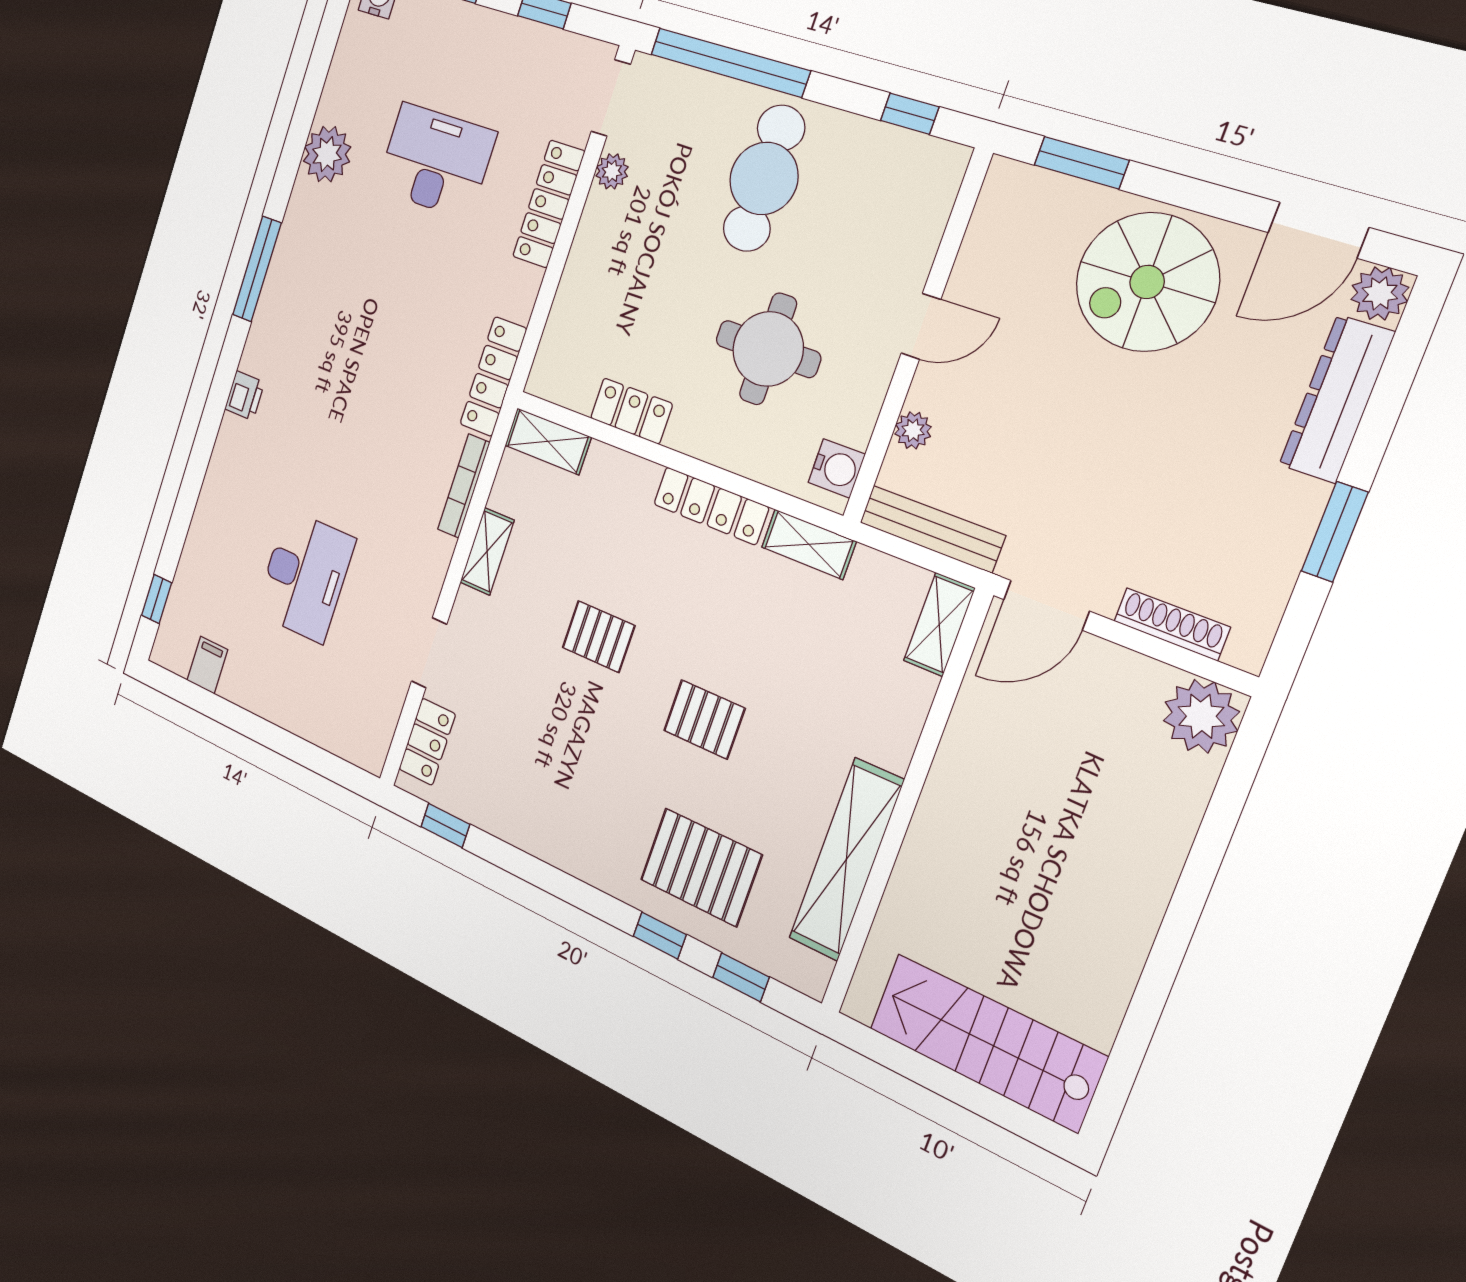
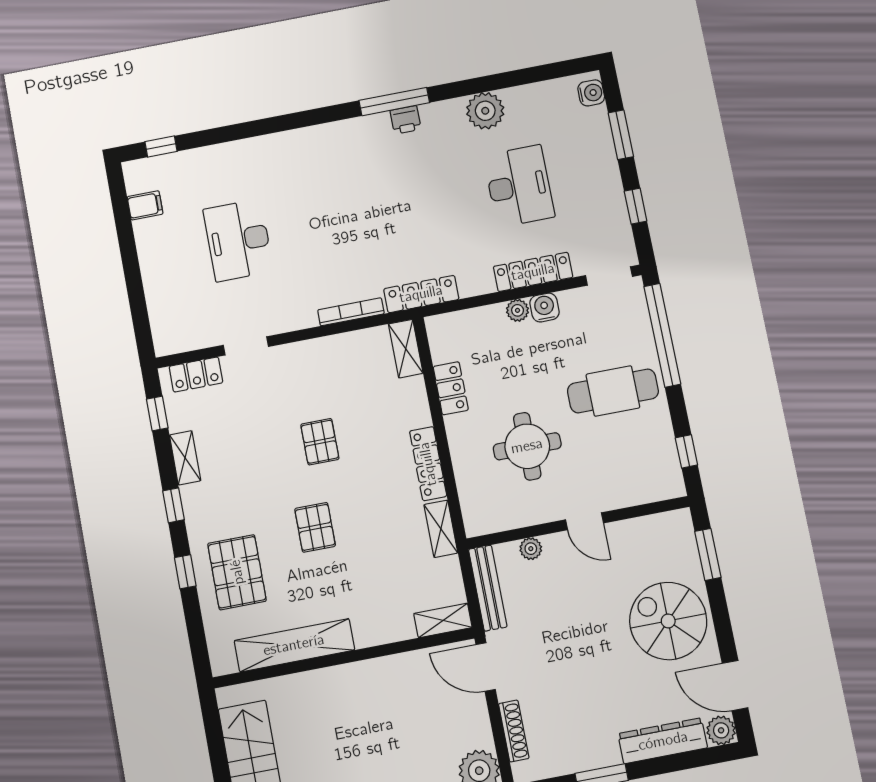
plant: (612, 171) -> (518, 310), moved
printer: (245, 396) -> (406, 120), moved
water cooler: (837, 468) -> (544, 308), moved, turned 180
shelving: (487, 551) -> (185, 458), moved, turned 90
desk: (305, 576) -> (238, 240), turned 90
window: (741, 977) -> (174, 505), moved

